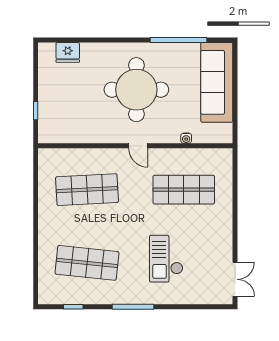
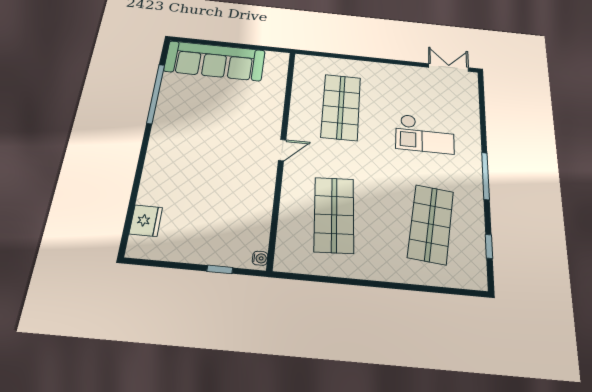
round table: (136, 90) -> (210, 145), removed
water cooler: (186, 138) -> (260, 258), moved

